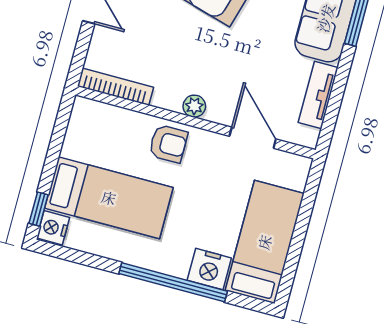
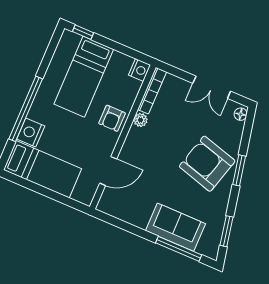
tv unit: (318, 95) -> (129, 215), removed
plant: (194, 106) -> (141, 120), moved
nightstand: (53, 228) -> (140, 70), moved, turned 90

